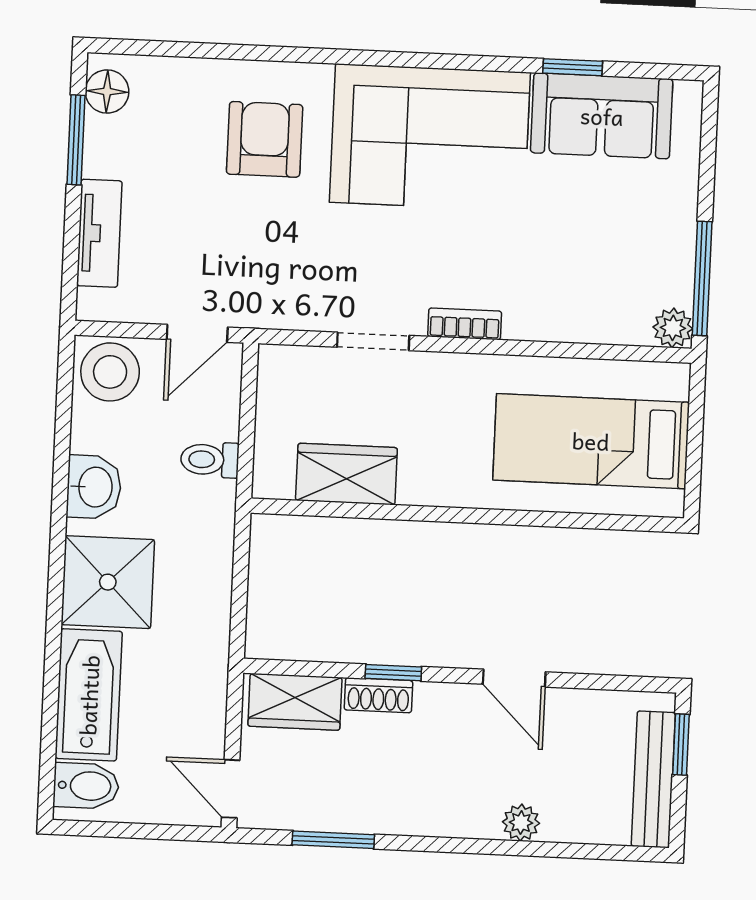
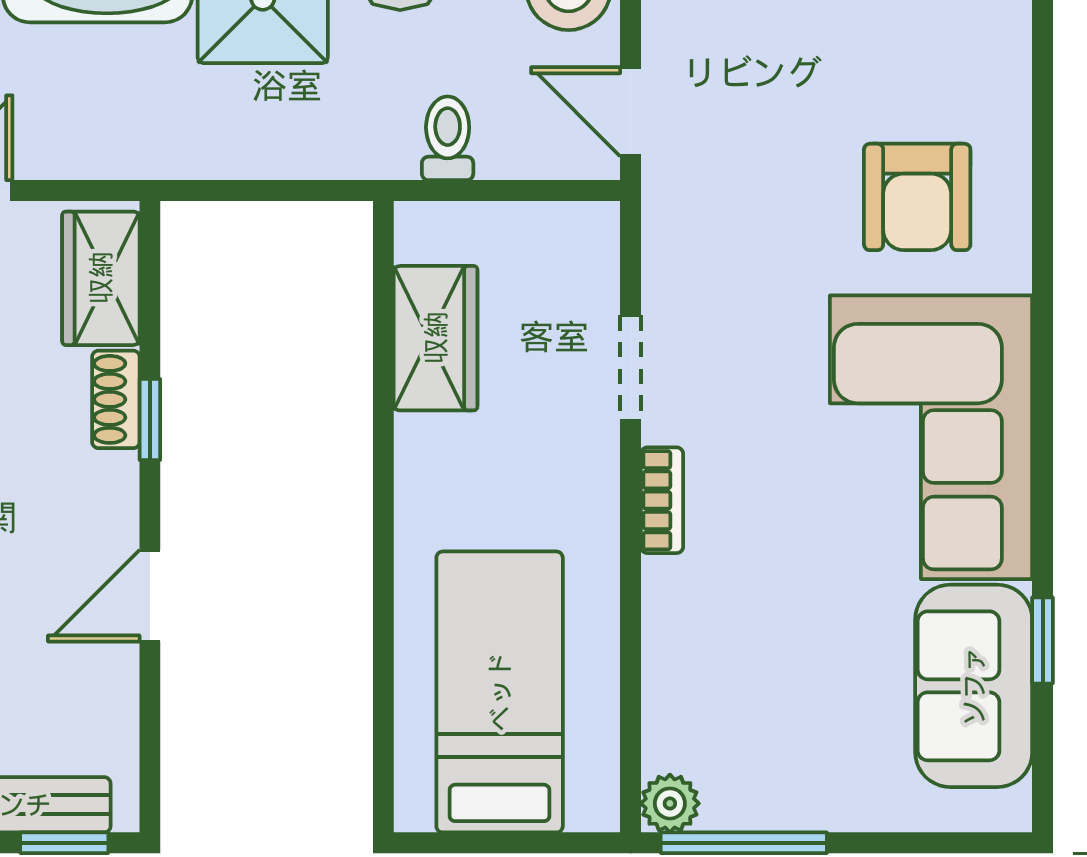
armchair: (265, 139) -> (917, 197), turned 90

